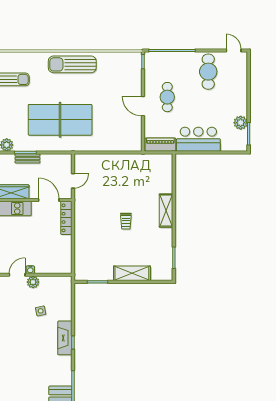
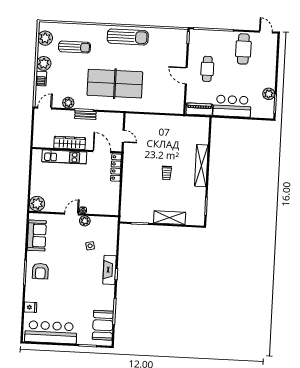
sun lounger: (72, 64) -> (128, 37), turned 180
door: (73, 181) -> (123, 136), hinge flipped
shelving: (166, 211) -> (201, 166), width x1.47

